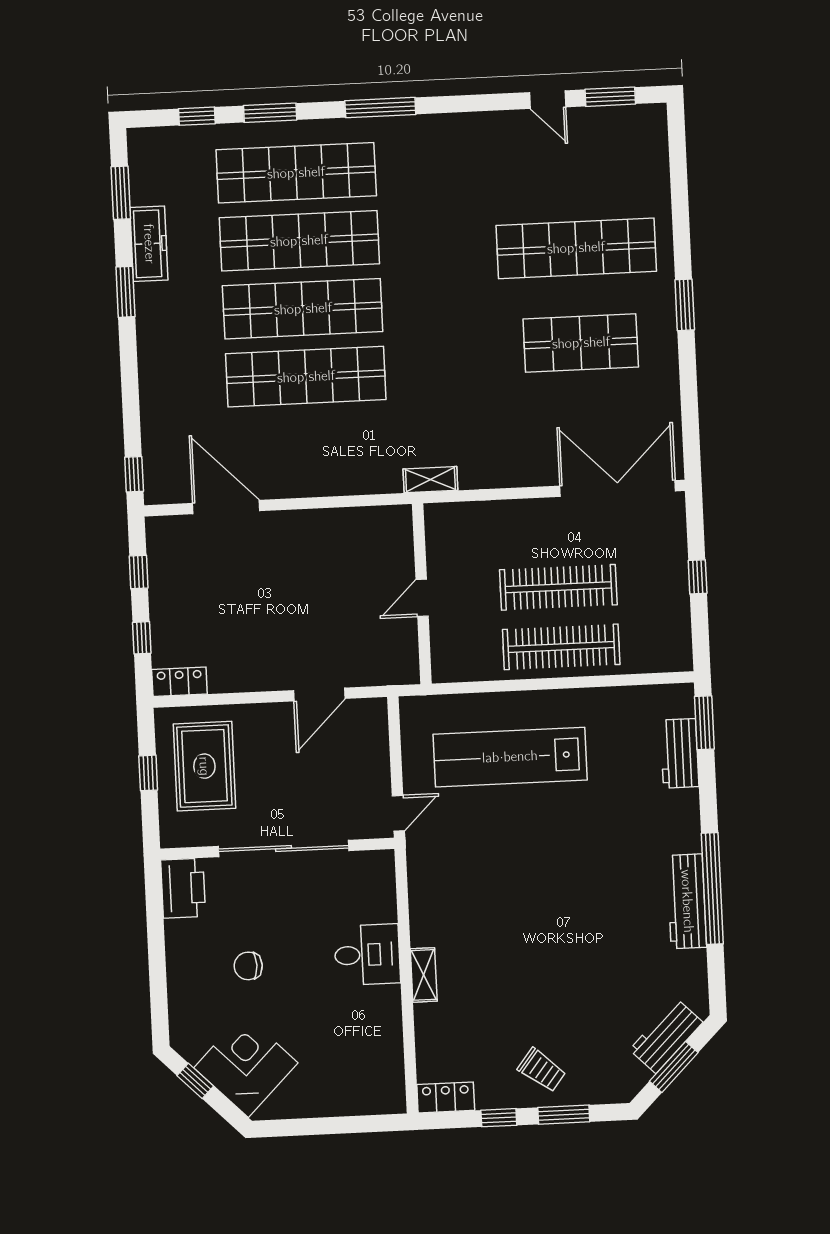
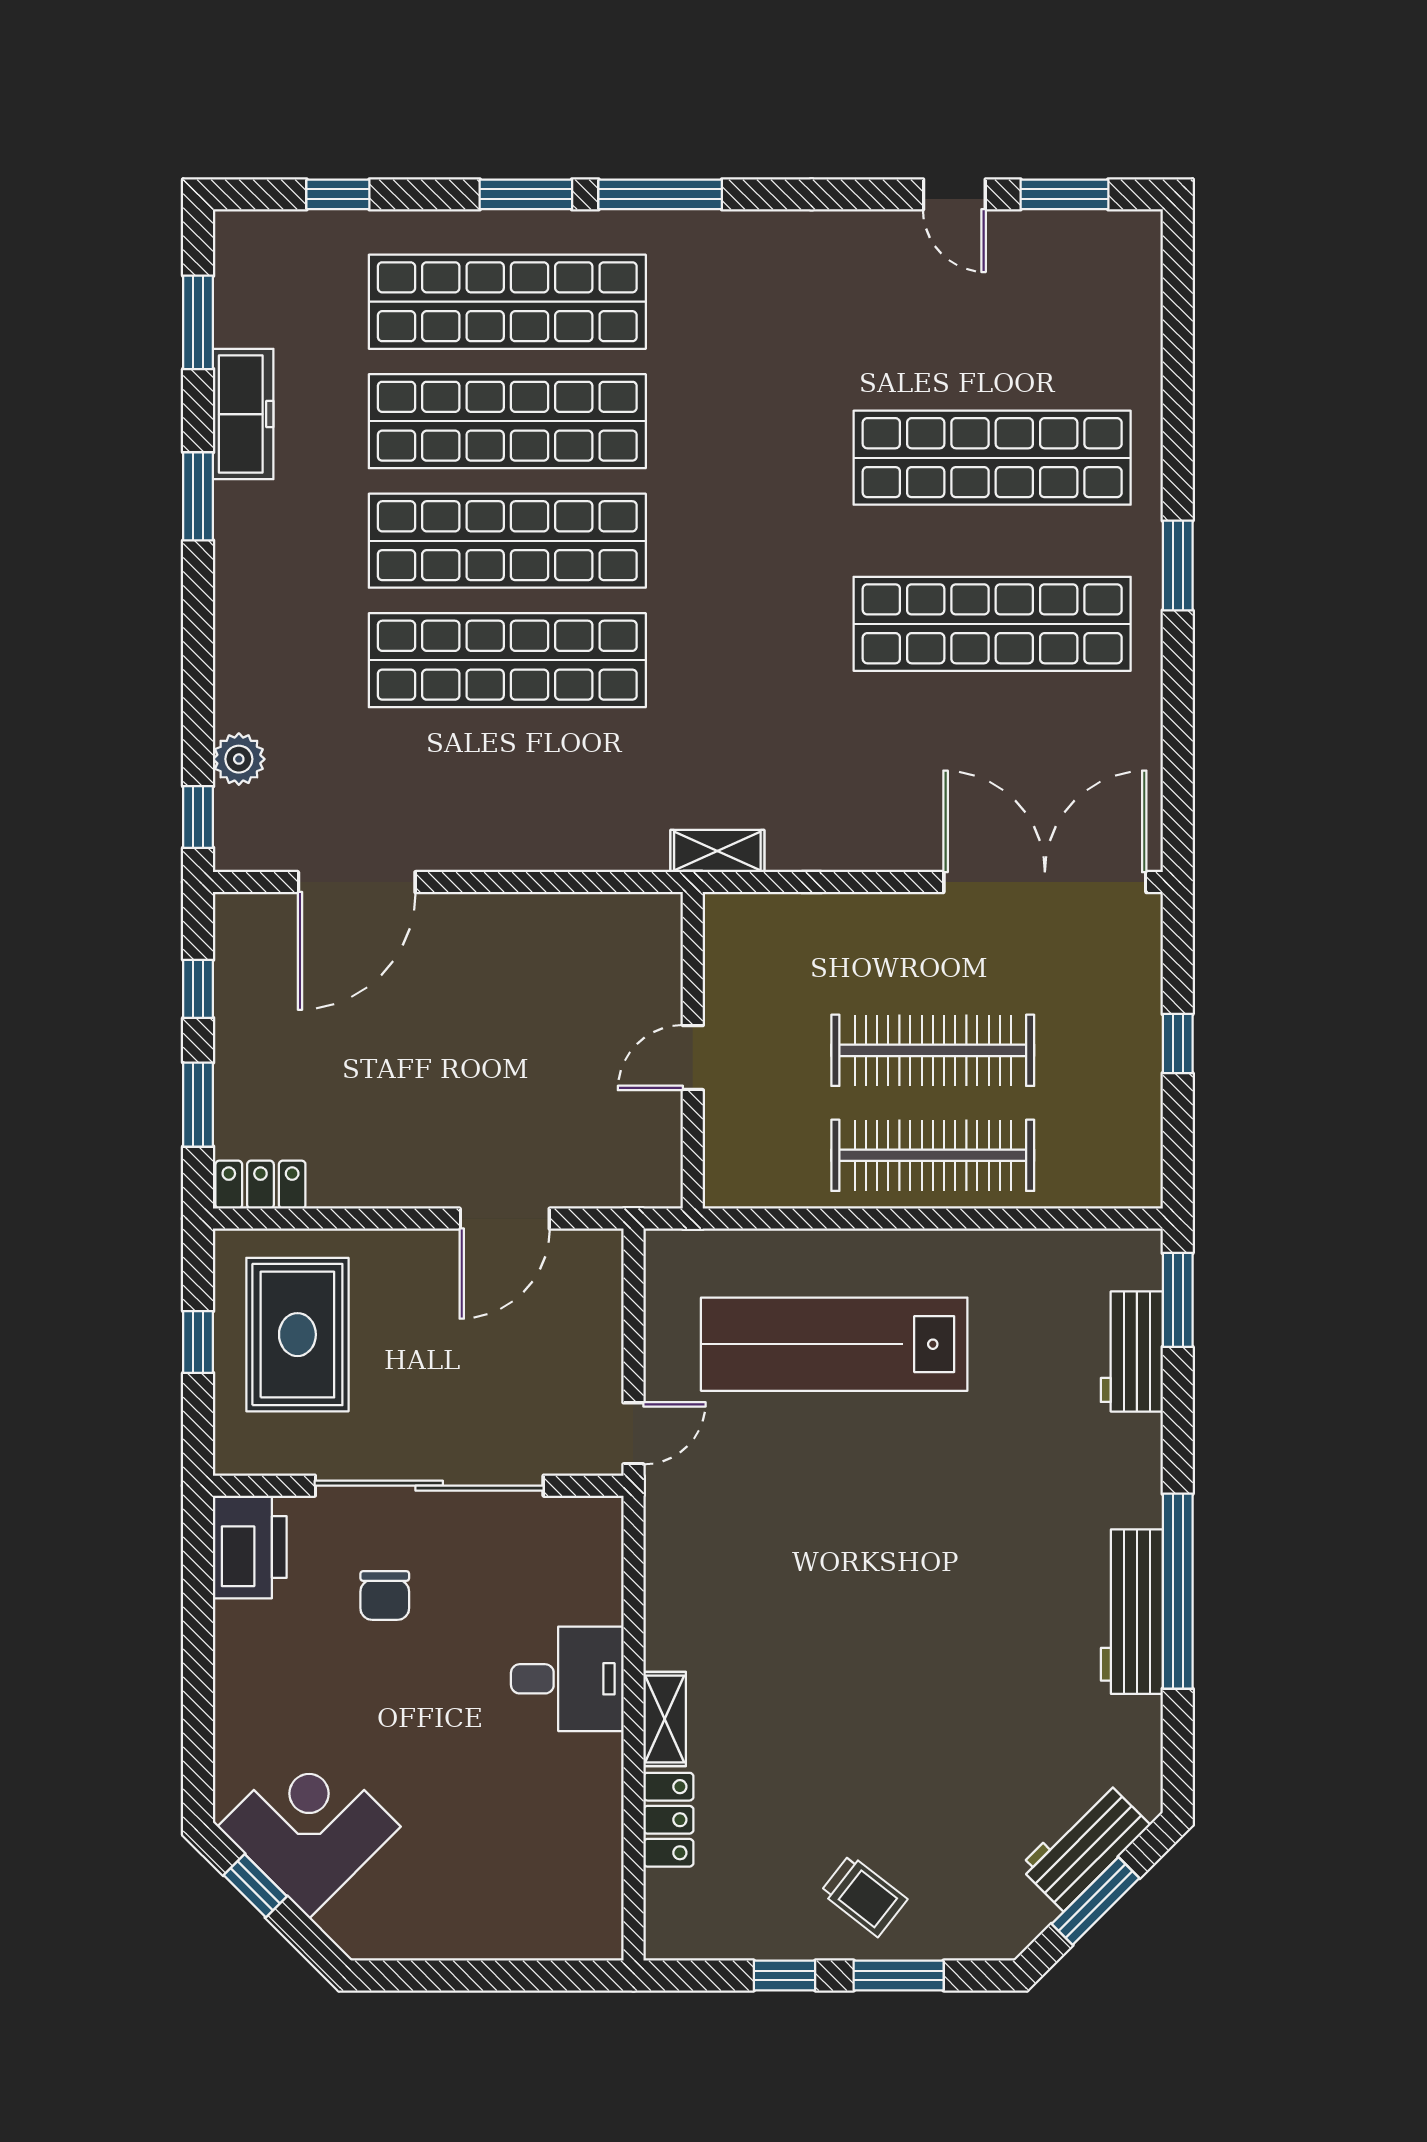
window: (270, 113) -> (526, 194), moved
shop shelf: (581, 343) -> (992, 624), width x1.40
plant: (156, 440) -> (239, 759), added
door: (226, 507) -> (357, 882), swing flipped
window: (142, 638) -> (198, 1105), width x1.50
chair: (248, 966) -> (385, 1596), moved, turned -90
corner desk: (246, 1065) -> (309, 1827), moved
locker: (446, 1097) -> (668, 1820), moved, turned 90

